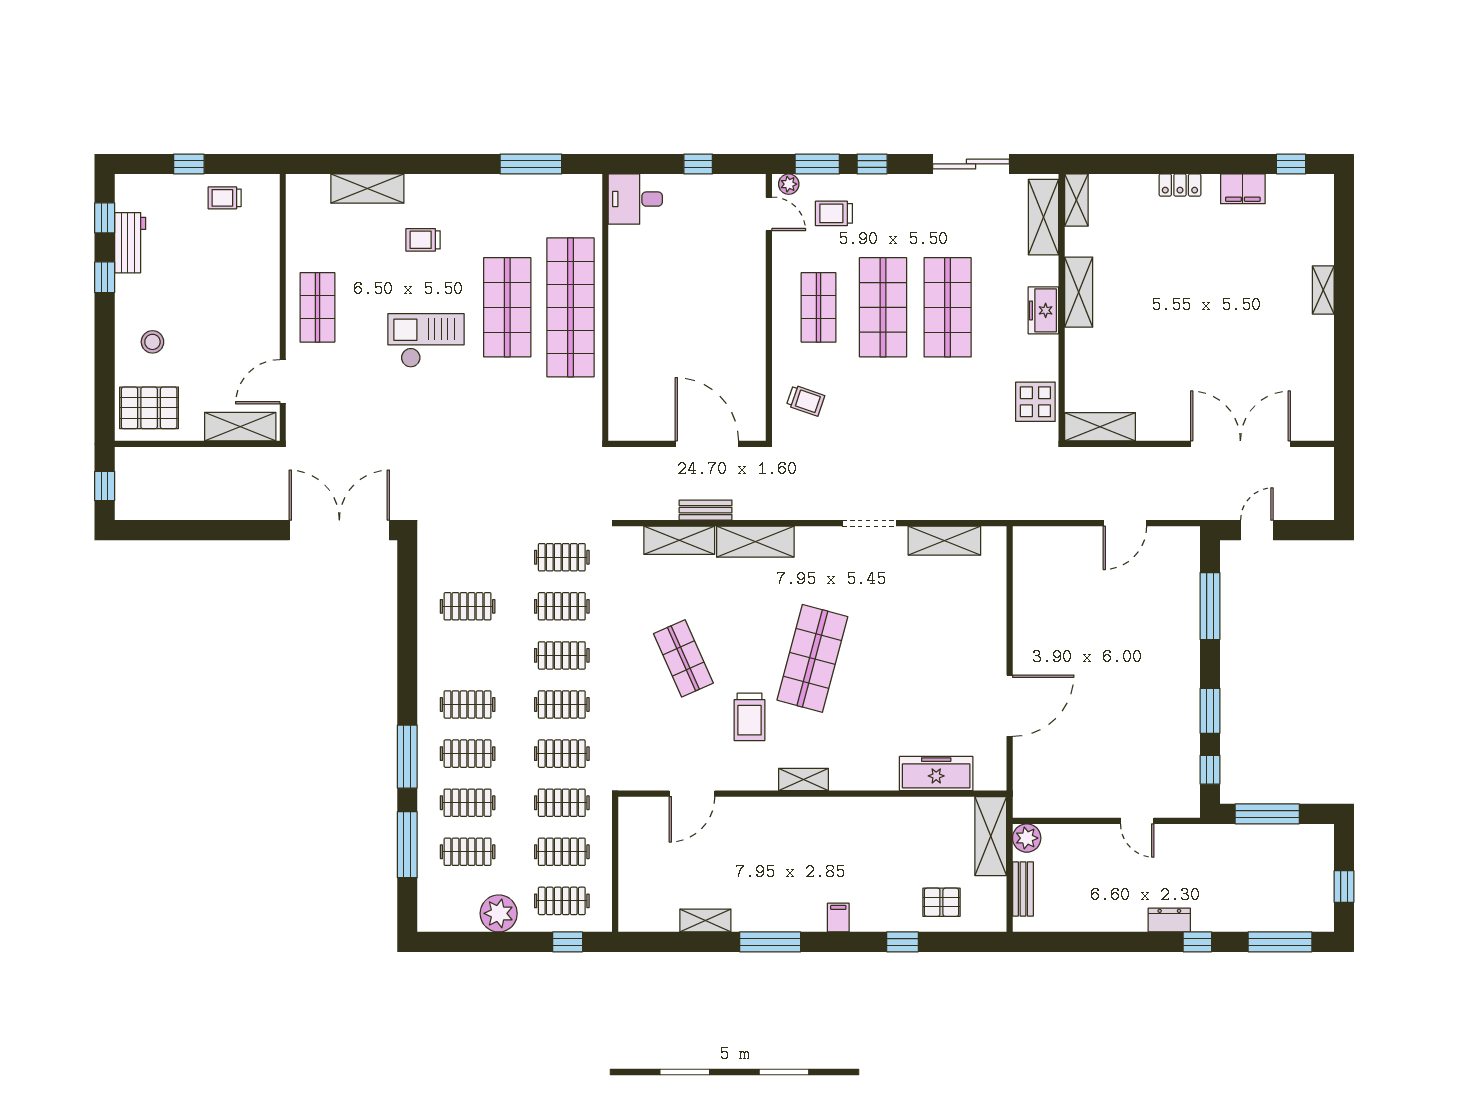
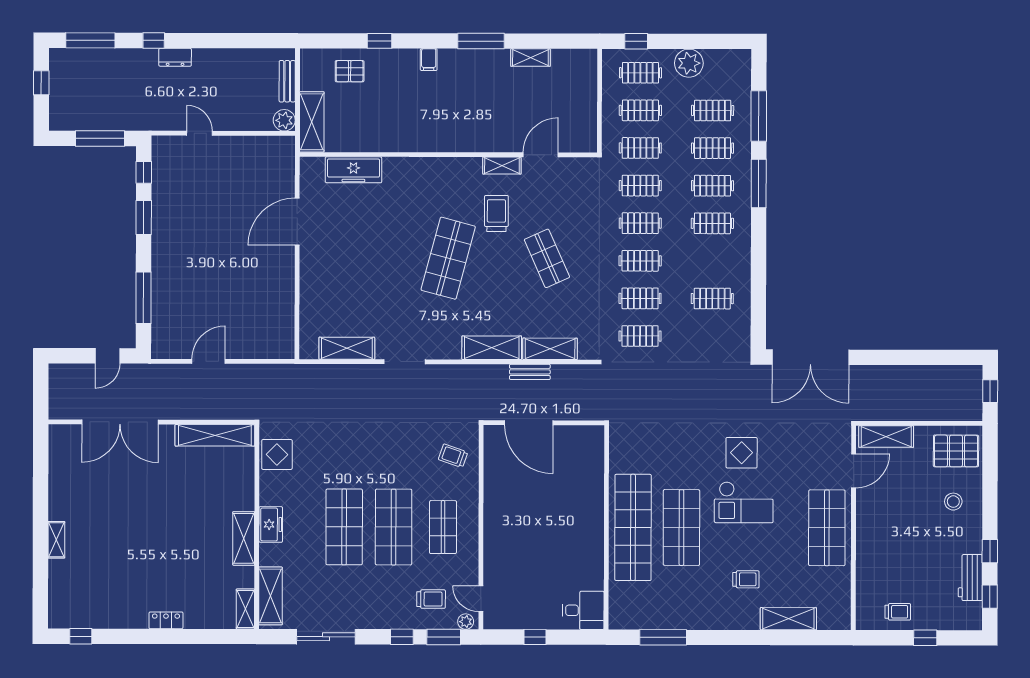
filing cabinet: (1243, 189) -> (118, 617), removed
shop shelf: (317, 307) -> (827, 528), width x1.43, depth x1.36
display table: (429, 405) -> (742, 453), added
shelving: (1100, 427) -> (215, 435), width x1.47
shelving: (803, 779) -> (502, 166), moved

